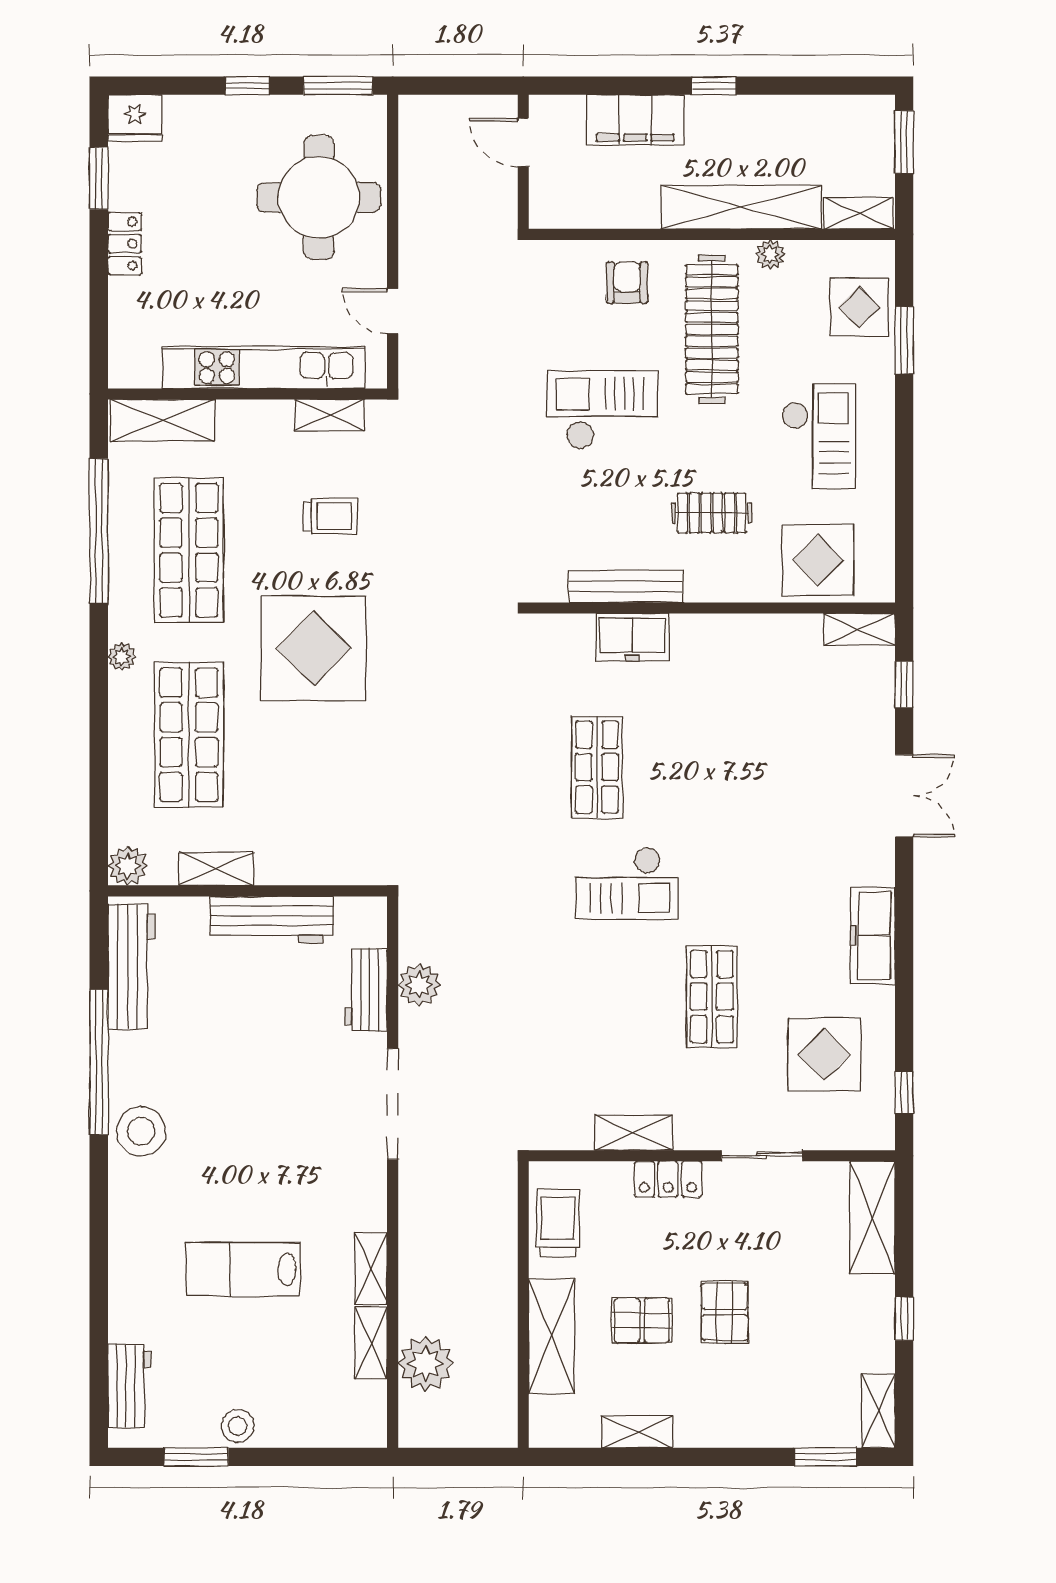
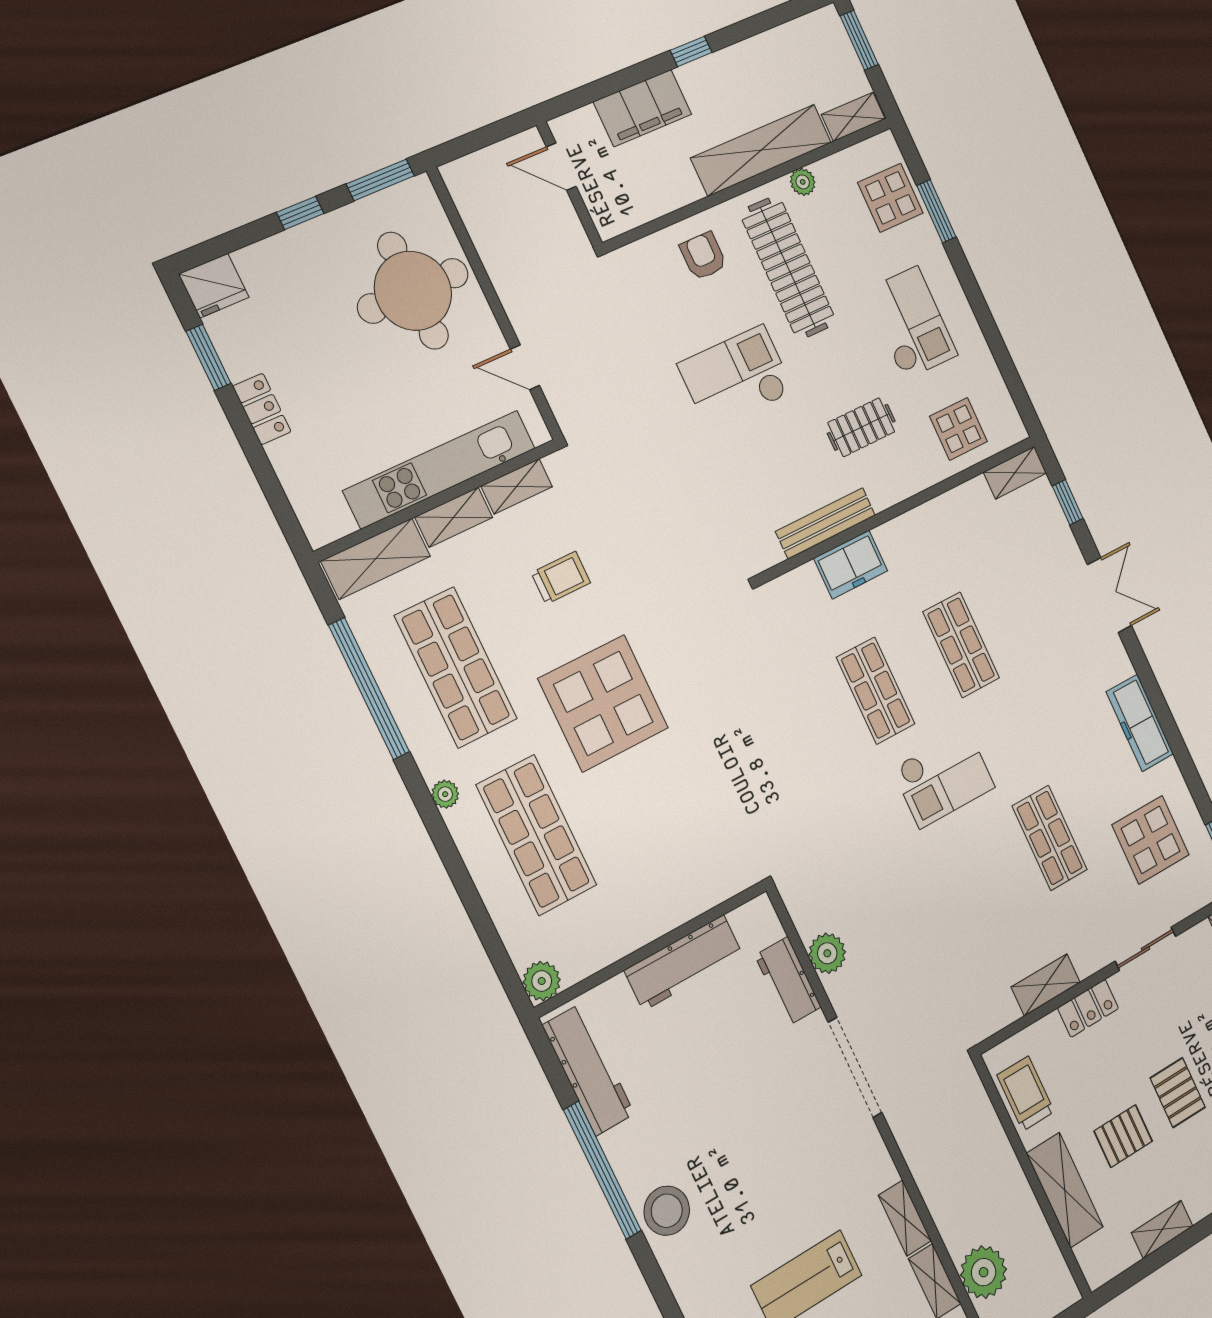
display table: (818, 560) -> (959, 429), width x0.73, depth x0.73
shop shelf: (712, 767) -> (961, 645), added
shelving: (216, 869) -> (454, 517), moved

